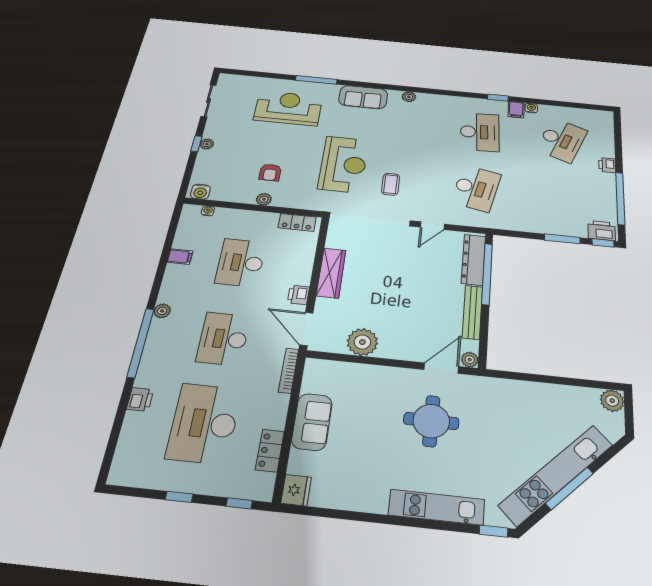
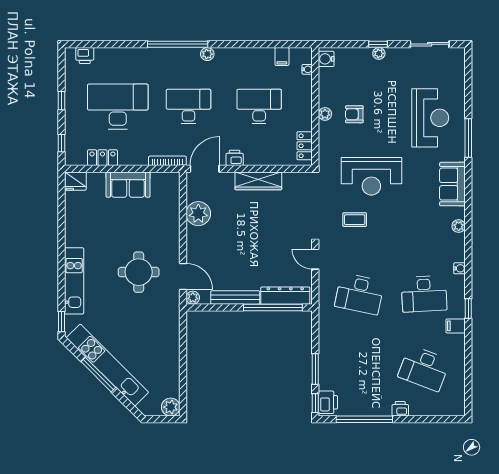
water cooler: (531, 108) -> (459, 268), moved
filing cabinet: (180, 257) -> (282, 56), moved
printer: (140, 399) -> (85, 55), moved

